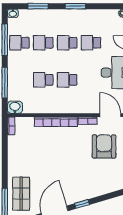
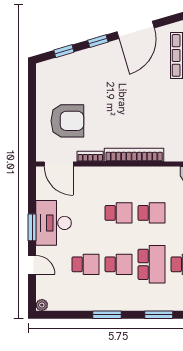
school desk: (43, 43) -> (151, 264), width x1.85
armchair: (104, 146) -> (67, 121), turned -90
window: (107, 197) -> (64, 51), added

